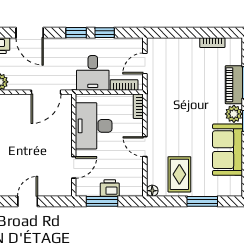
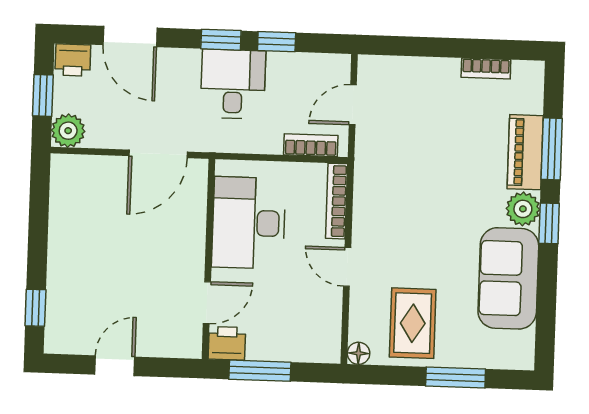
desk: (93, 73) -> (233, 84), moved, turned 180
bookcase: (138, 106) -> (337, 201), width x1.56
printer: (110, 188) -> (227, 343), moved

